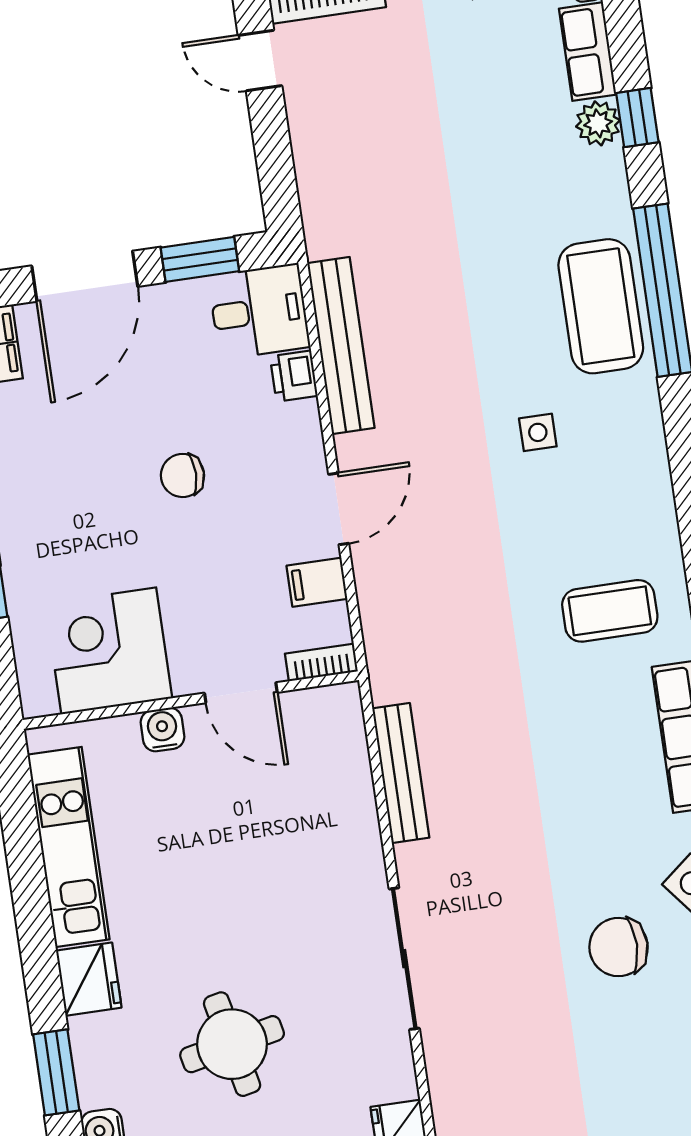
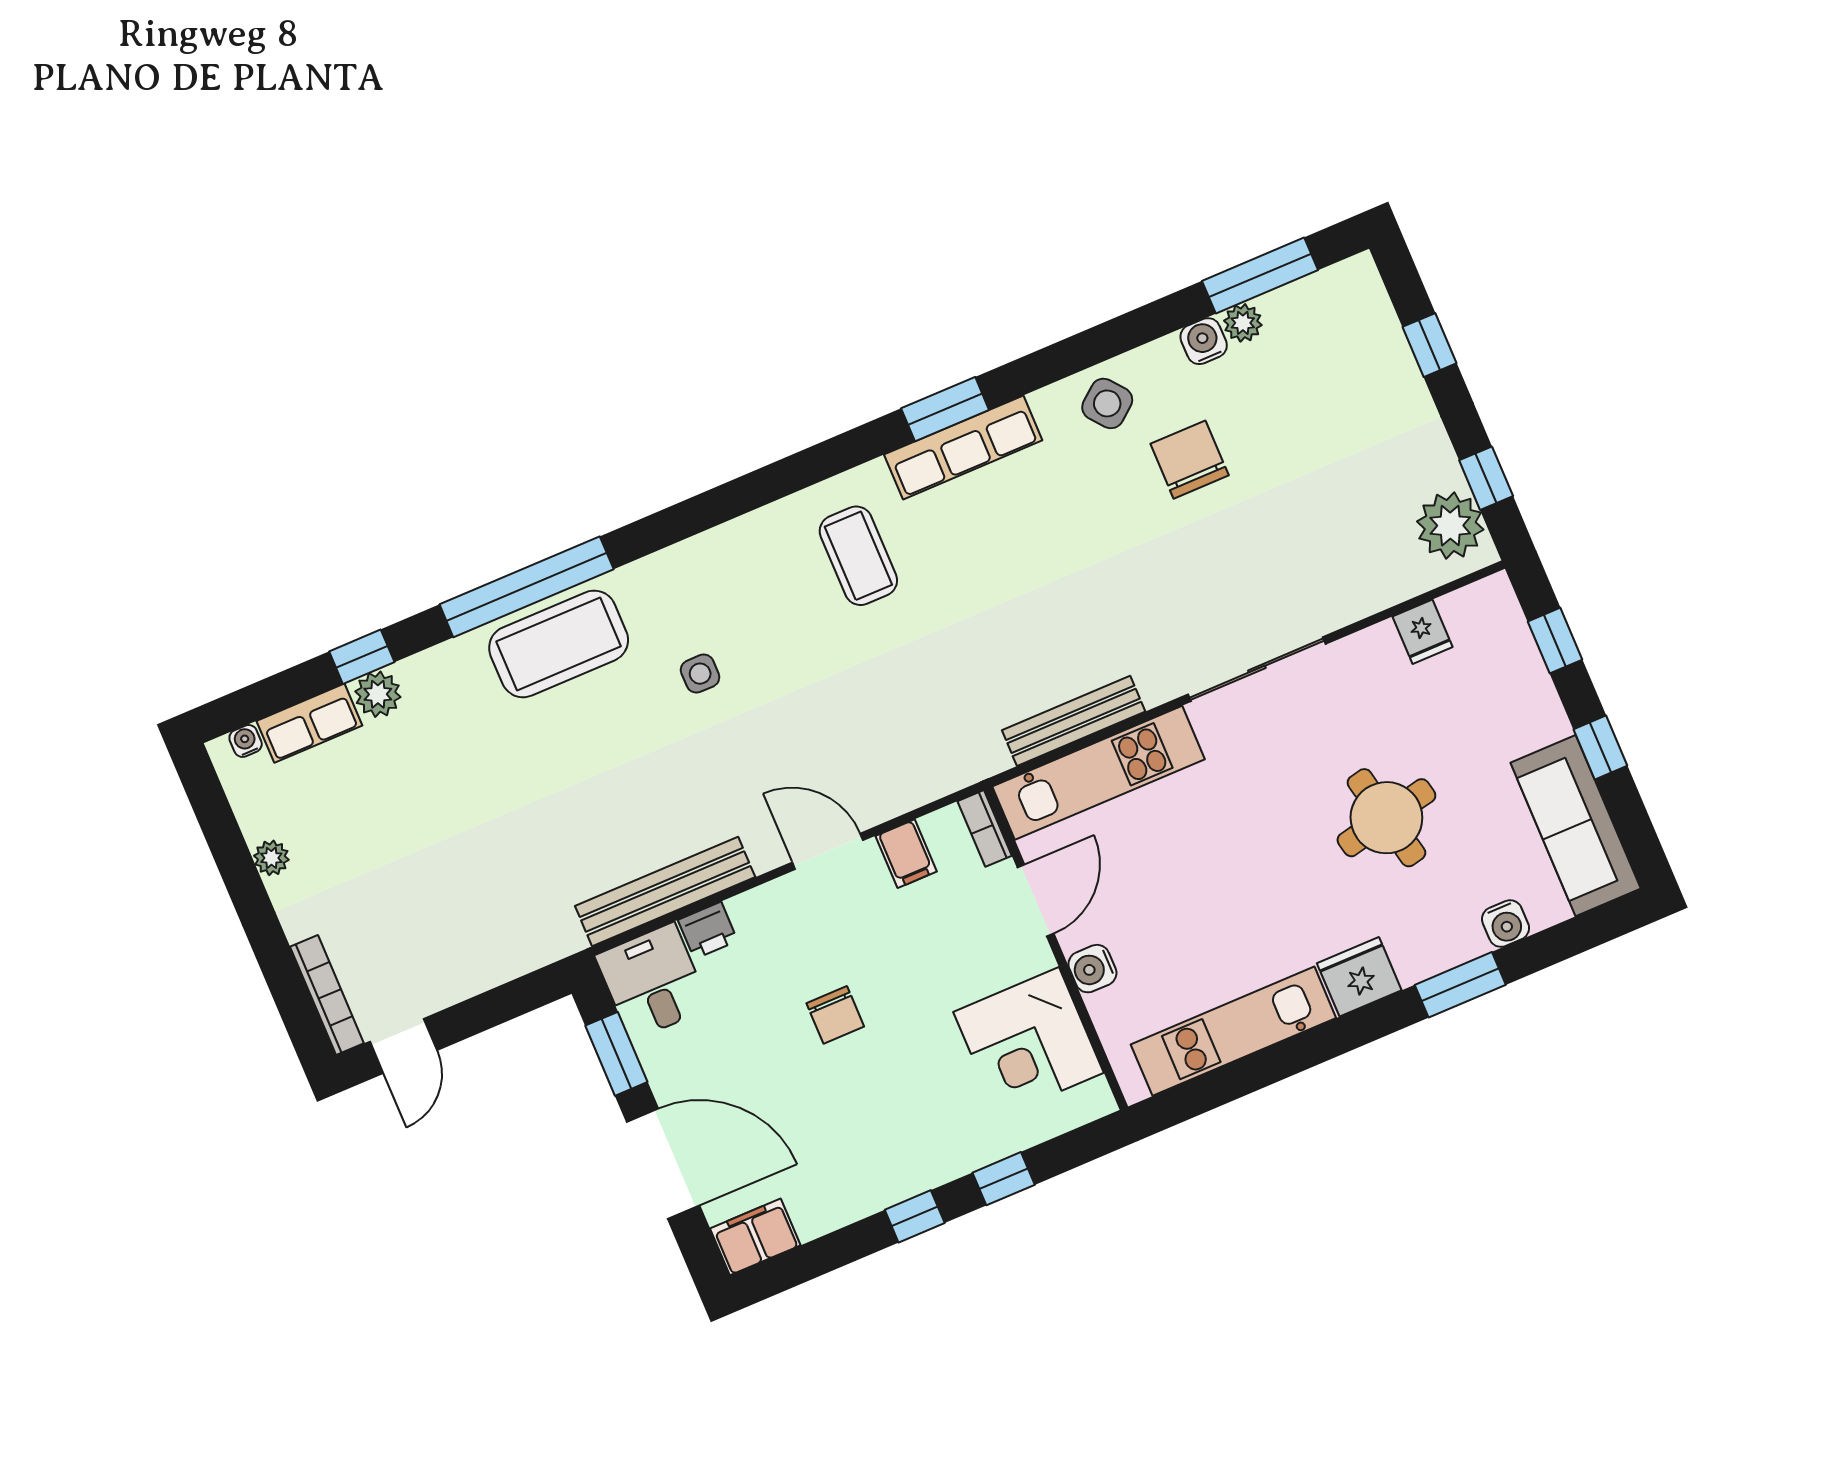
kitchen unit: (346, 784) -> (1098, 773), added
chair: (619, 947) -> (1190, 460), turned 180

